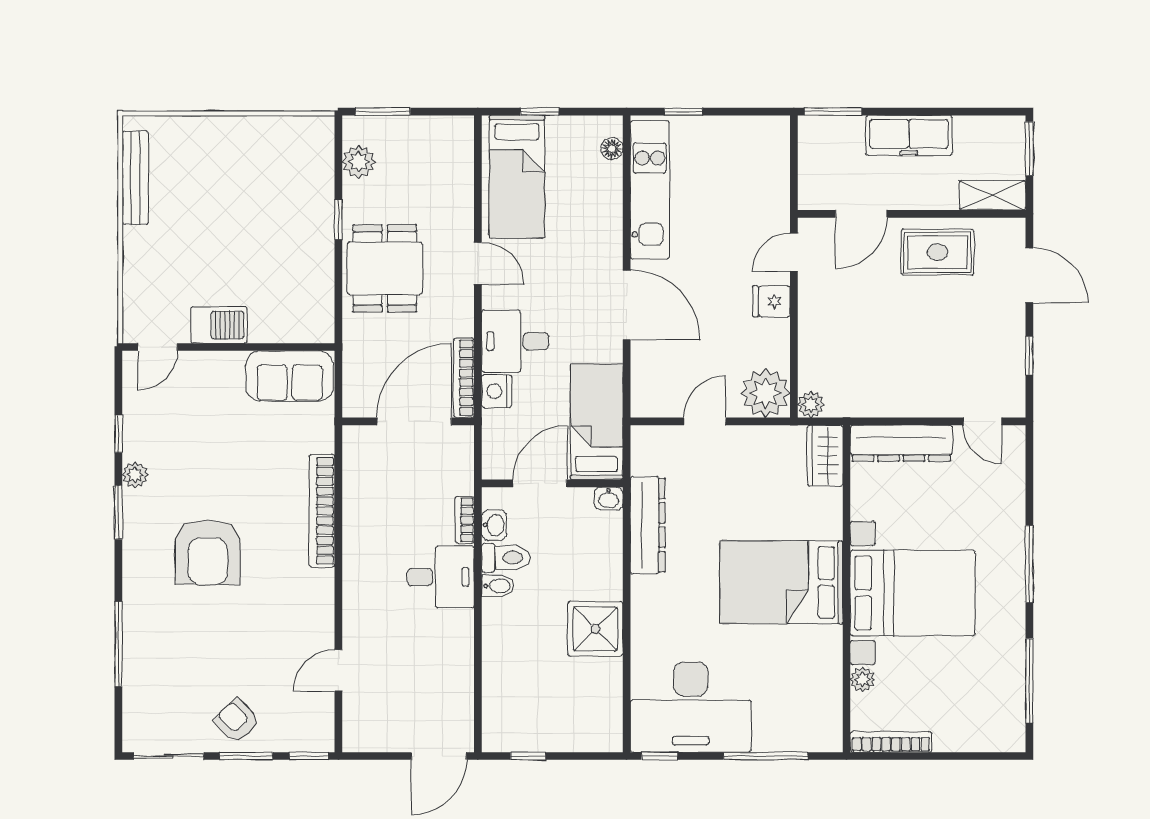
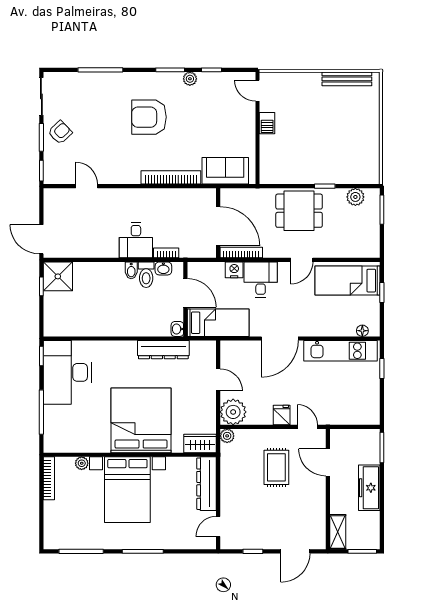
rug: (937, 252) -> (276, 467), moved
barbecue: (219, 325) -> (267, 123), width x0.73, depth x0.79
sofa: (290, 376) -> (225, 171), moved, turned 90
bed: (781, 582) -> (141, 420), width x1.36
shower: (595, 629) -> (58, 276), moved

